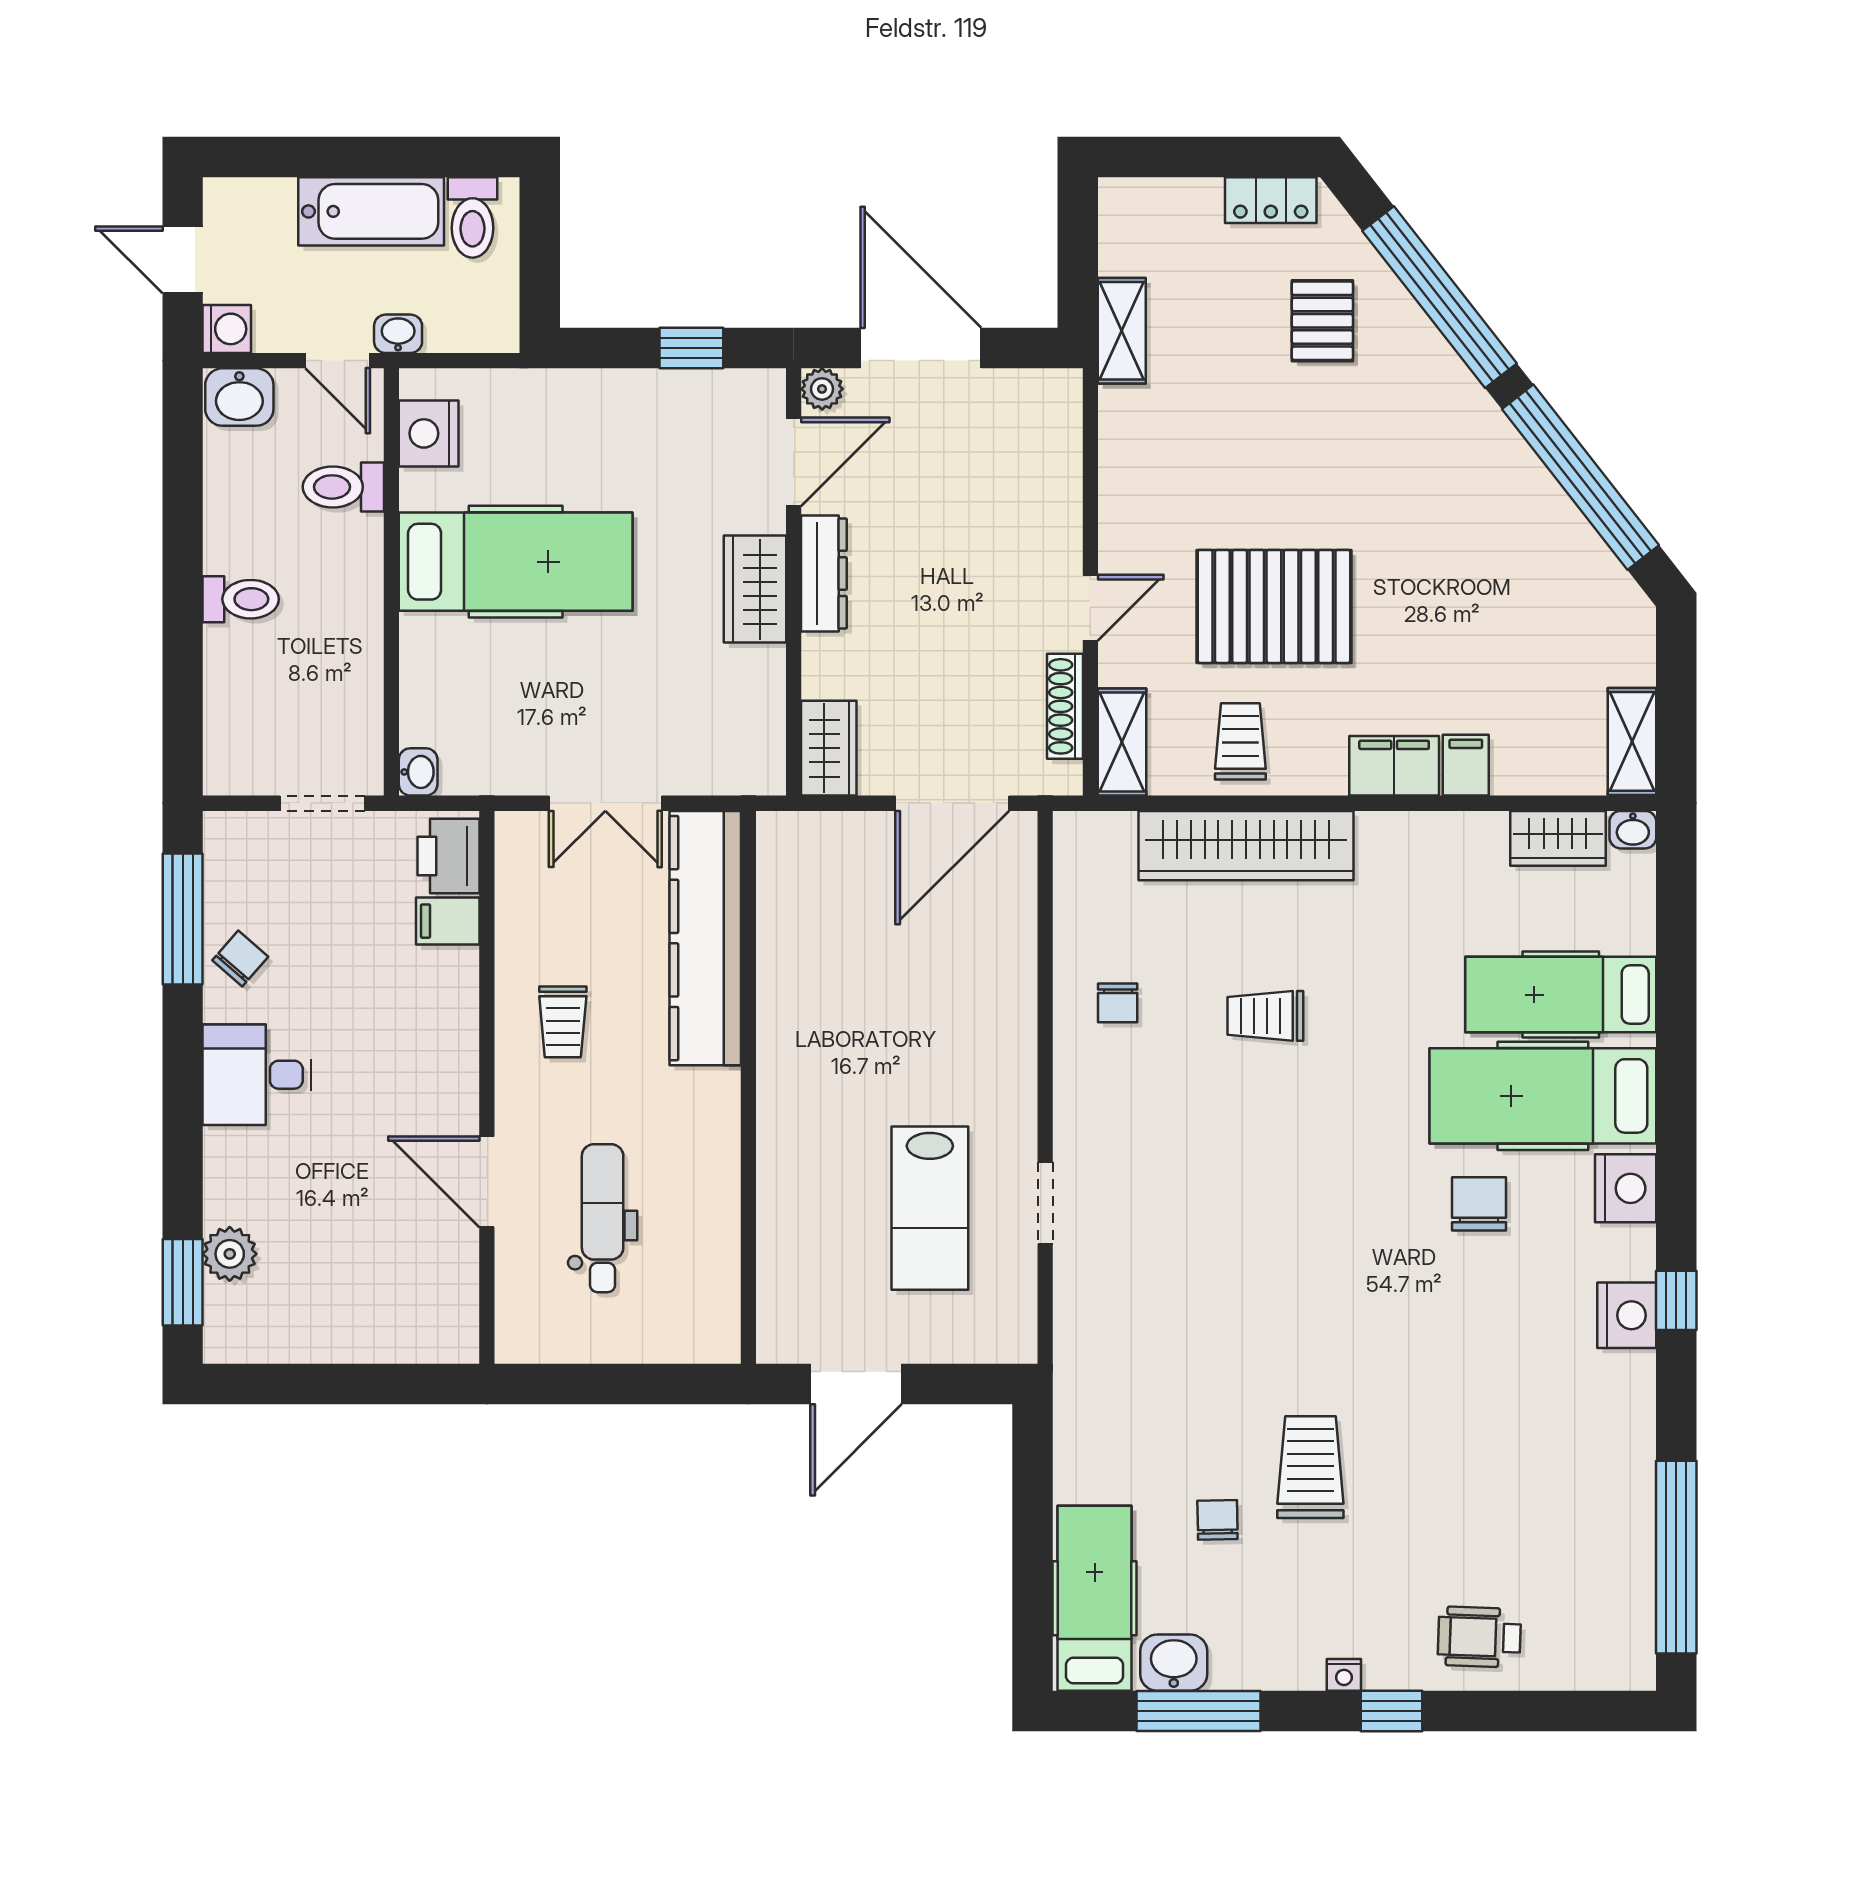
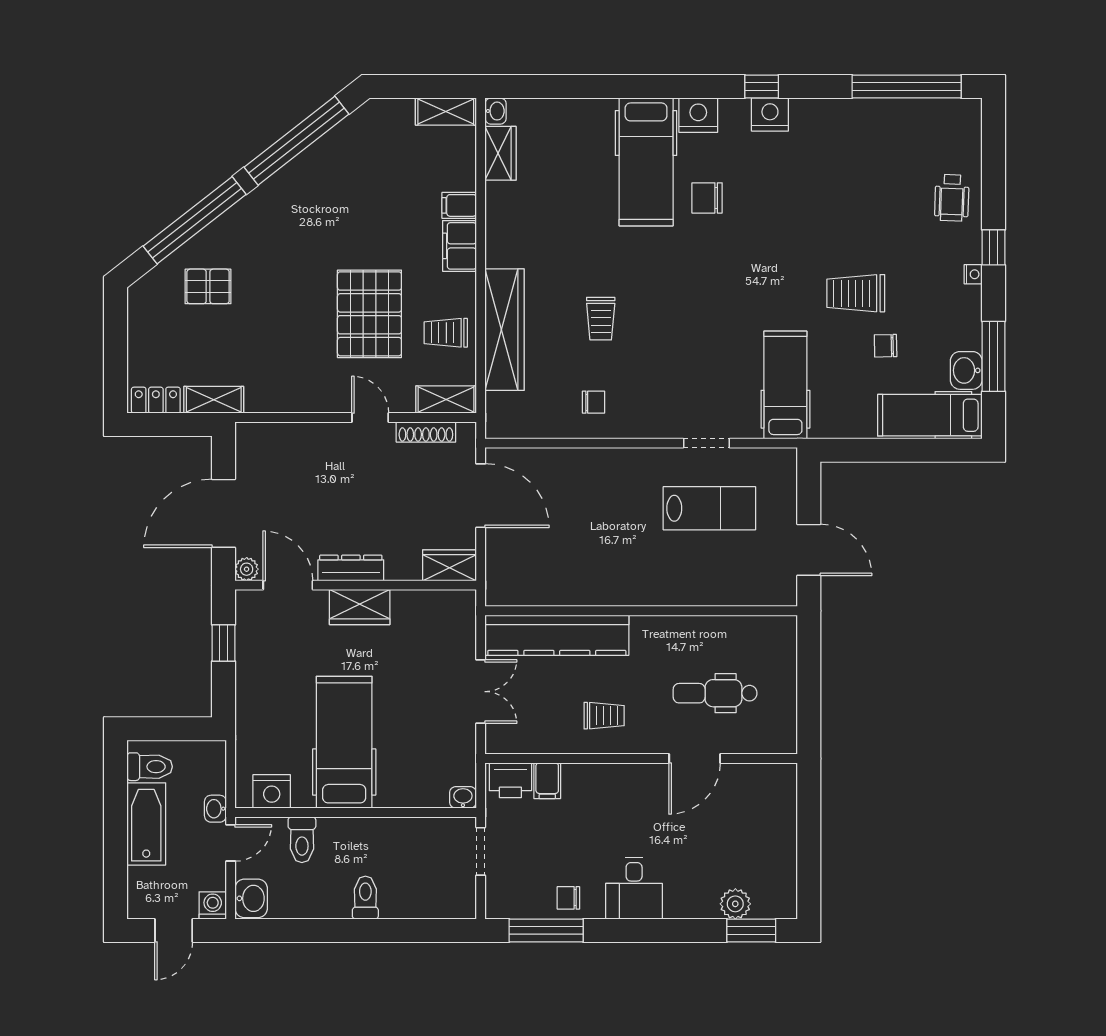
locker: (1271, 200) -> (156, 400), moved, turned -90
chair: (240, 959) -> (568, 898), turned -41
hospital bed: (1561, 995) -> (785, 385), moved, turned 180

